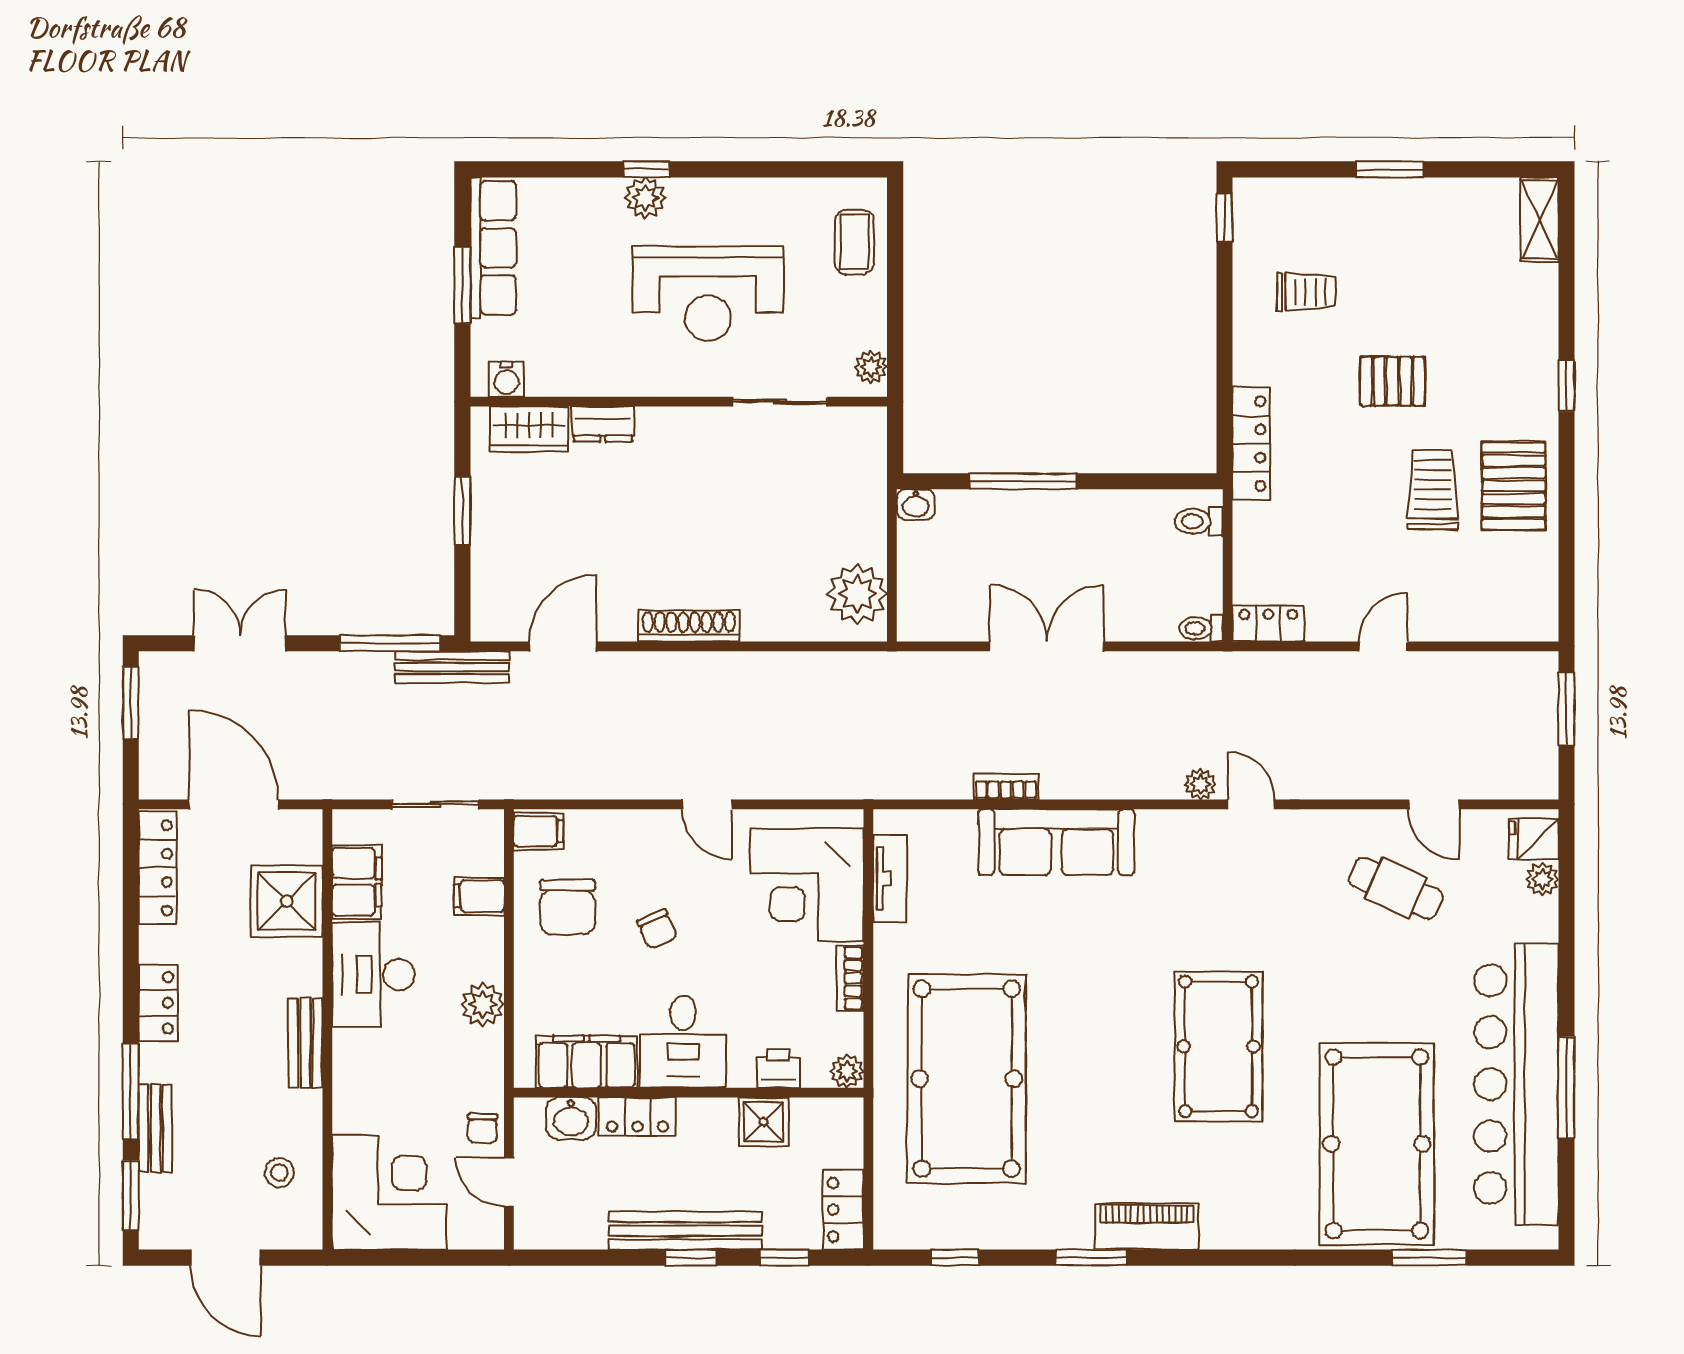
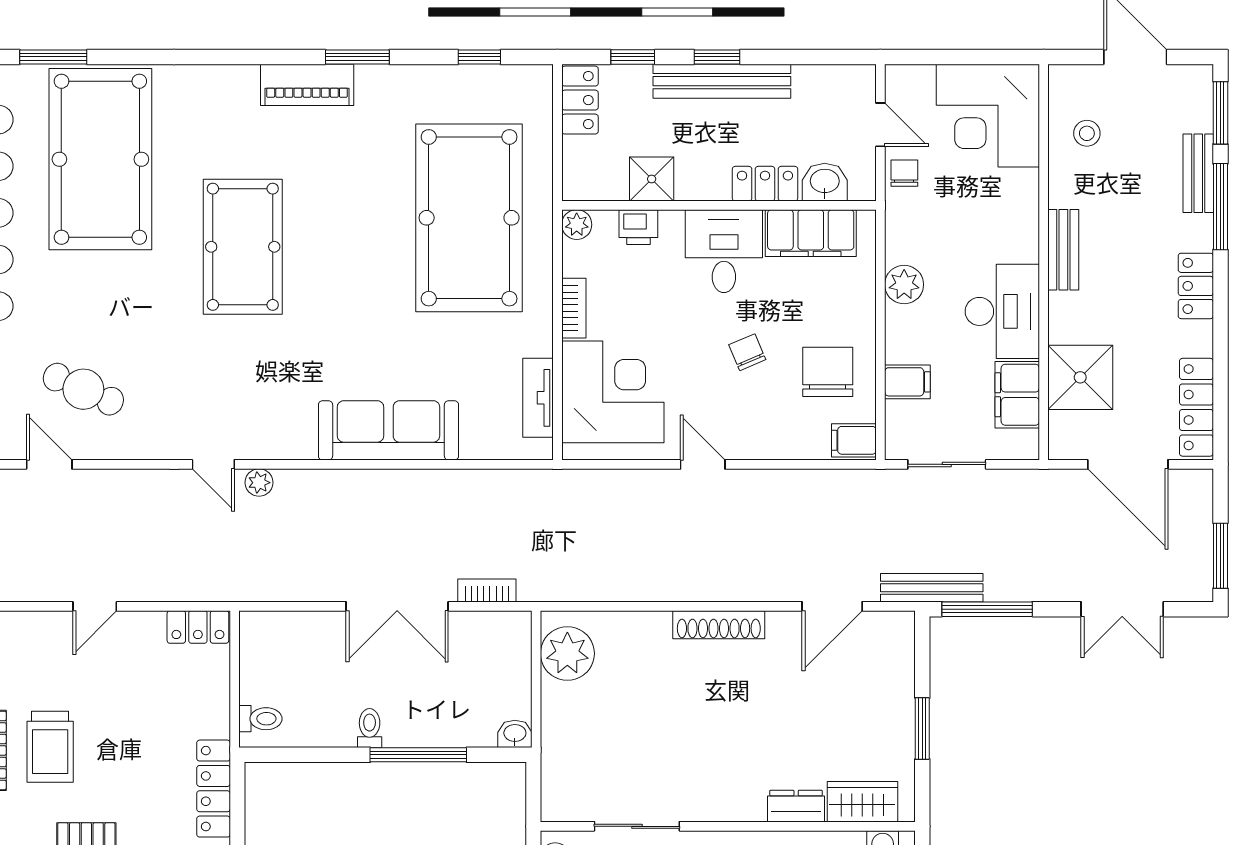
toilet: (1201, 628) -> (370, 728), moved, turned -90
bookcase: (1006, 787) -> (487, 590), moved, turned 180

